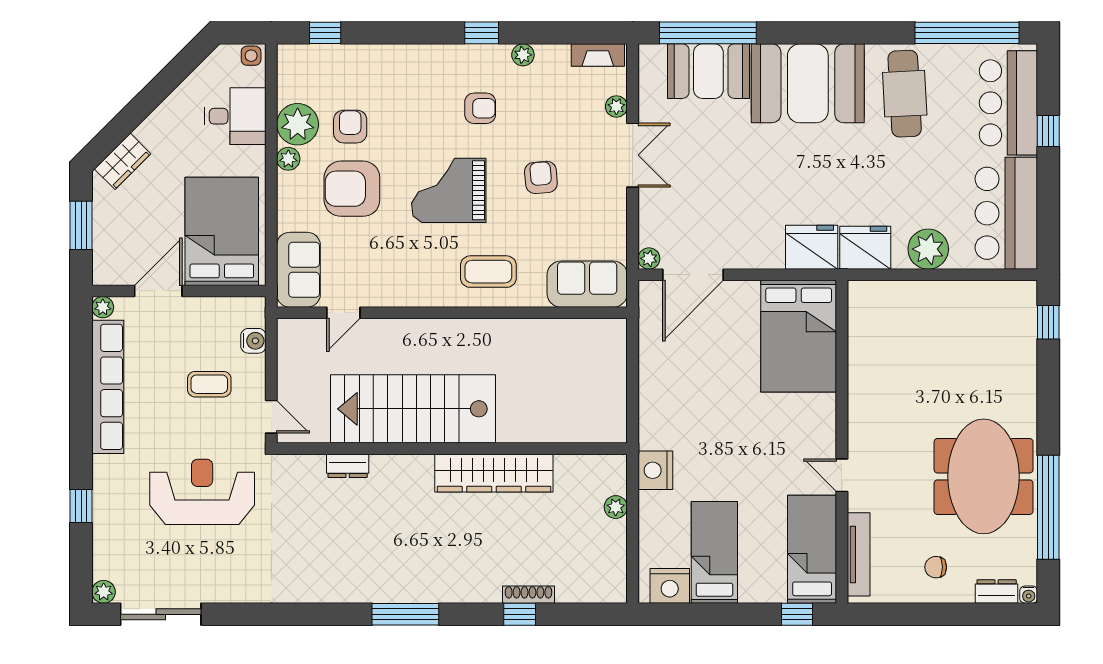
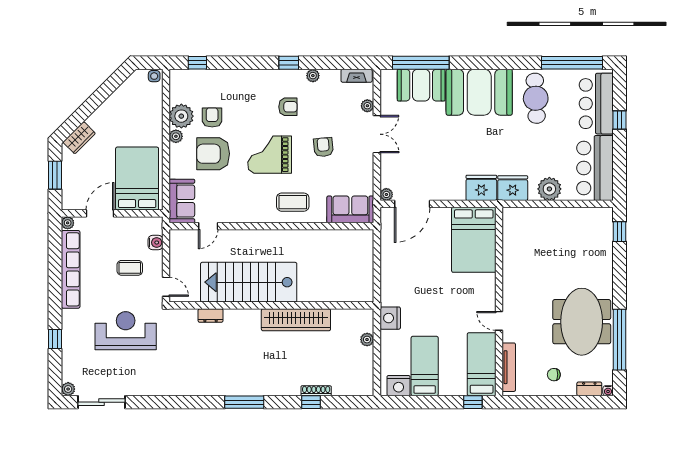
desk: (235, 116) -> (145, 111), removed

